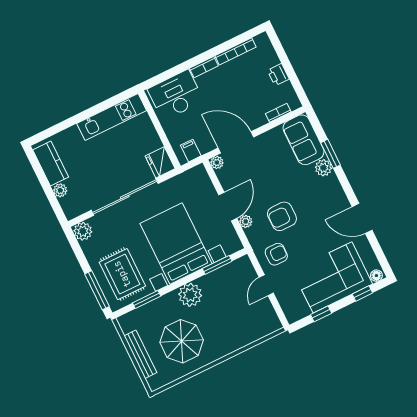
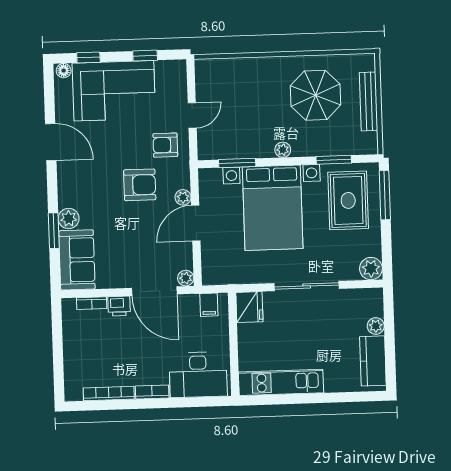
printer: (278, 75) -> (119, 306), moved, turned 90
sliding door: (125, 197) -> (307, 286), width x0.73
plant: (190, 295) -> (283, 150), width x0.53, depth x0.53

